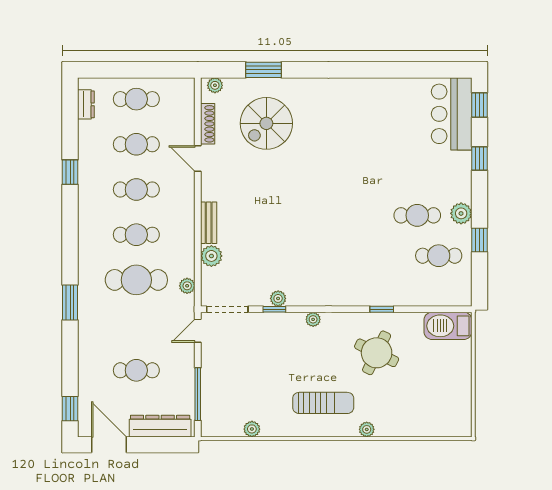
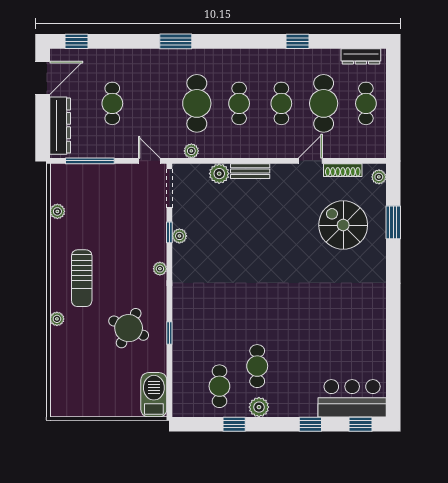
dresser: (86, 104) -> (361, 56), width x1.44
cafe table: (136, 144) -> (324, 103), width x1.37, depth x1.35

